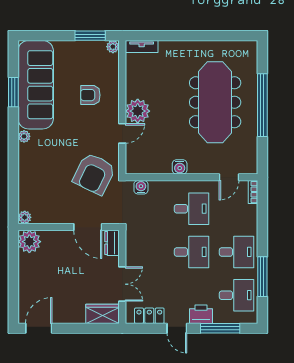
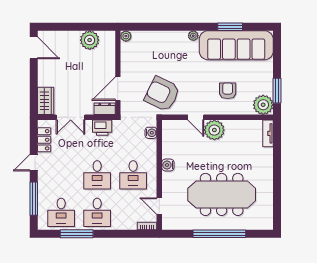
plant: (113, 47) -> (263, 105), width x1.87, depth x1.87
plant: (29, 242) -> (90, 40), moved
printer: (201, 314) -> (102, 128), moved, turned 90

